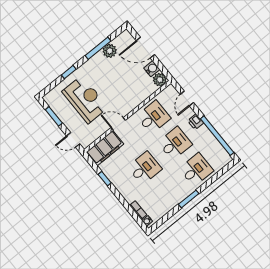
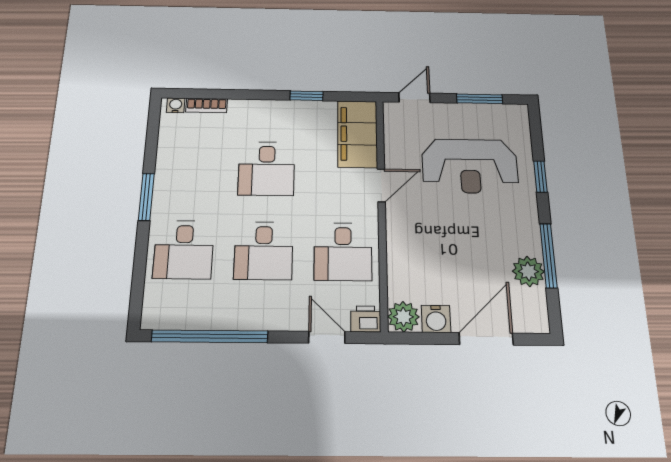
printer: (196, 122) -> (366, 319), moved

